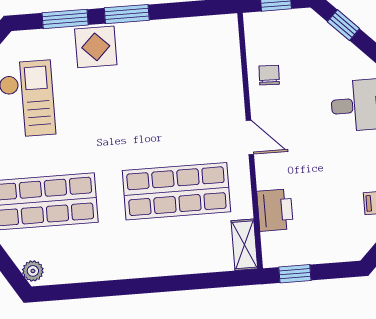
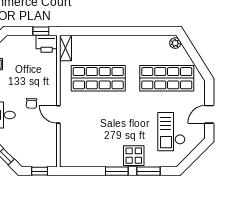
chair: (269, 75) -> (31, 103), moved
door: (250, 137) -> (58, 114), moved
printer: (275, 210) -> (47, 44), moved, turned -90

